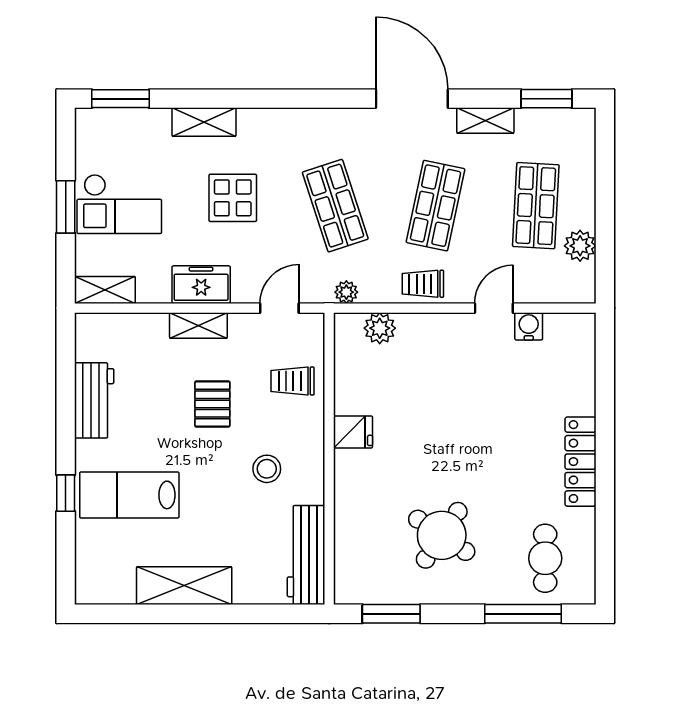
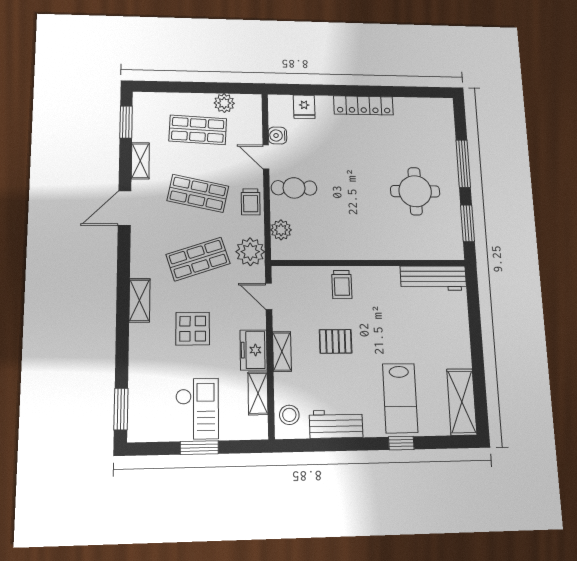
door: (412, 99) -> (125, 208), width x0.73
shelving: (204, 122) -> (139, 300), moved
shelving: (105, 290) -> (258, 393), moved
plant: (346, 292) -> (250, 252), width x1.88, depth x1.88
trolley: (293, 381) -> (342, 285), moved
fridge: (353, 432) -> (304, 107), moved, turned 180
stool: (267, 469) -> (289, 415), moved
round table: (442, 535) -> (415, 191), turned -34
cafe table: (545, 558) -> (294, 188), moved
shelving: (184, 586) -> (462, 402), moved
window: (523, 614) -> (463, 164), moved

